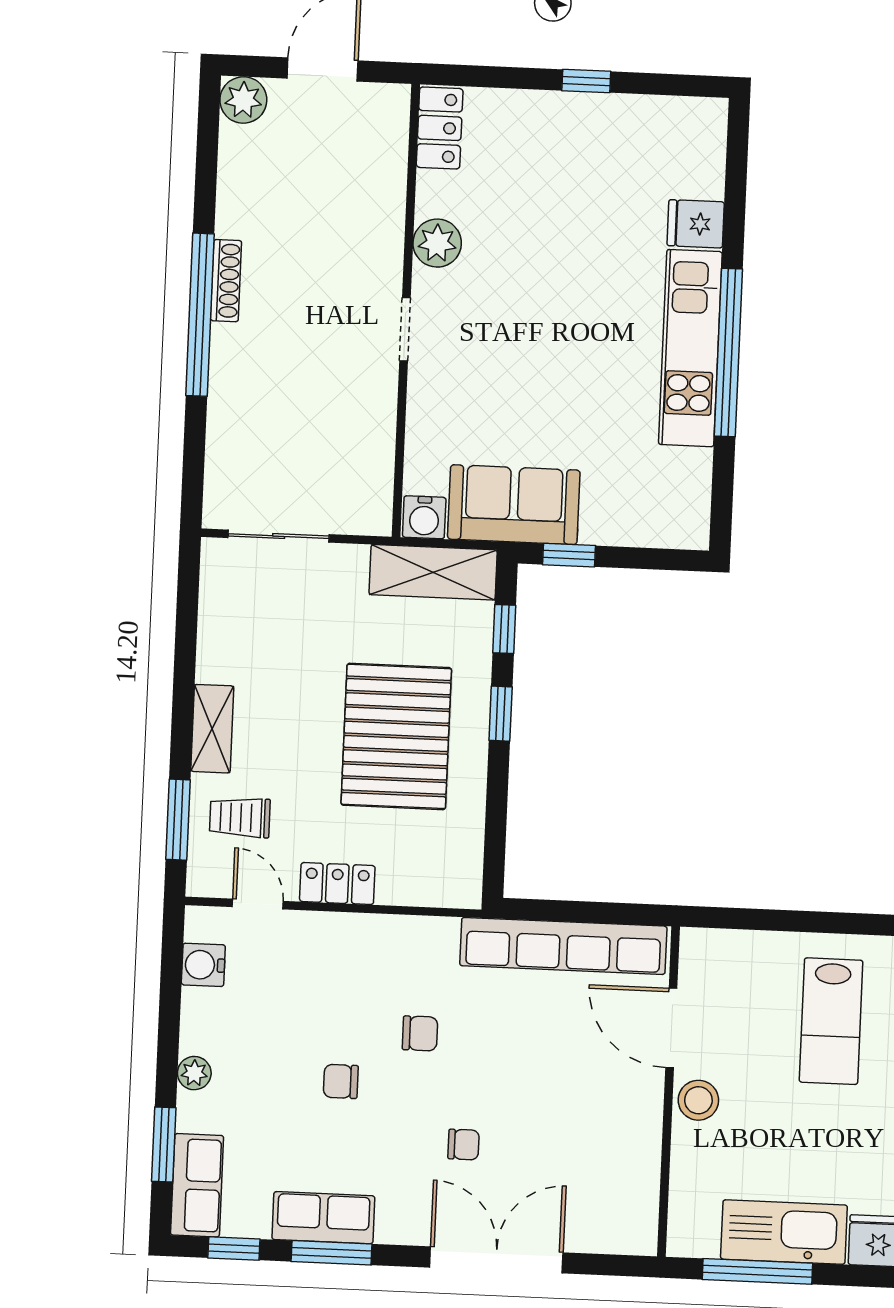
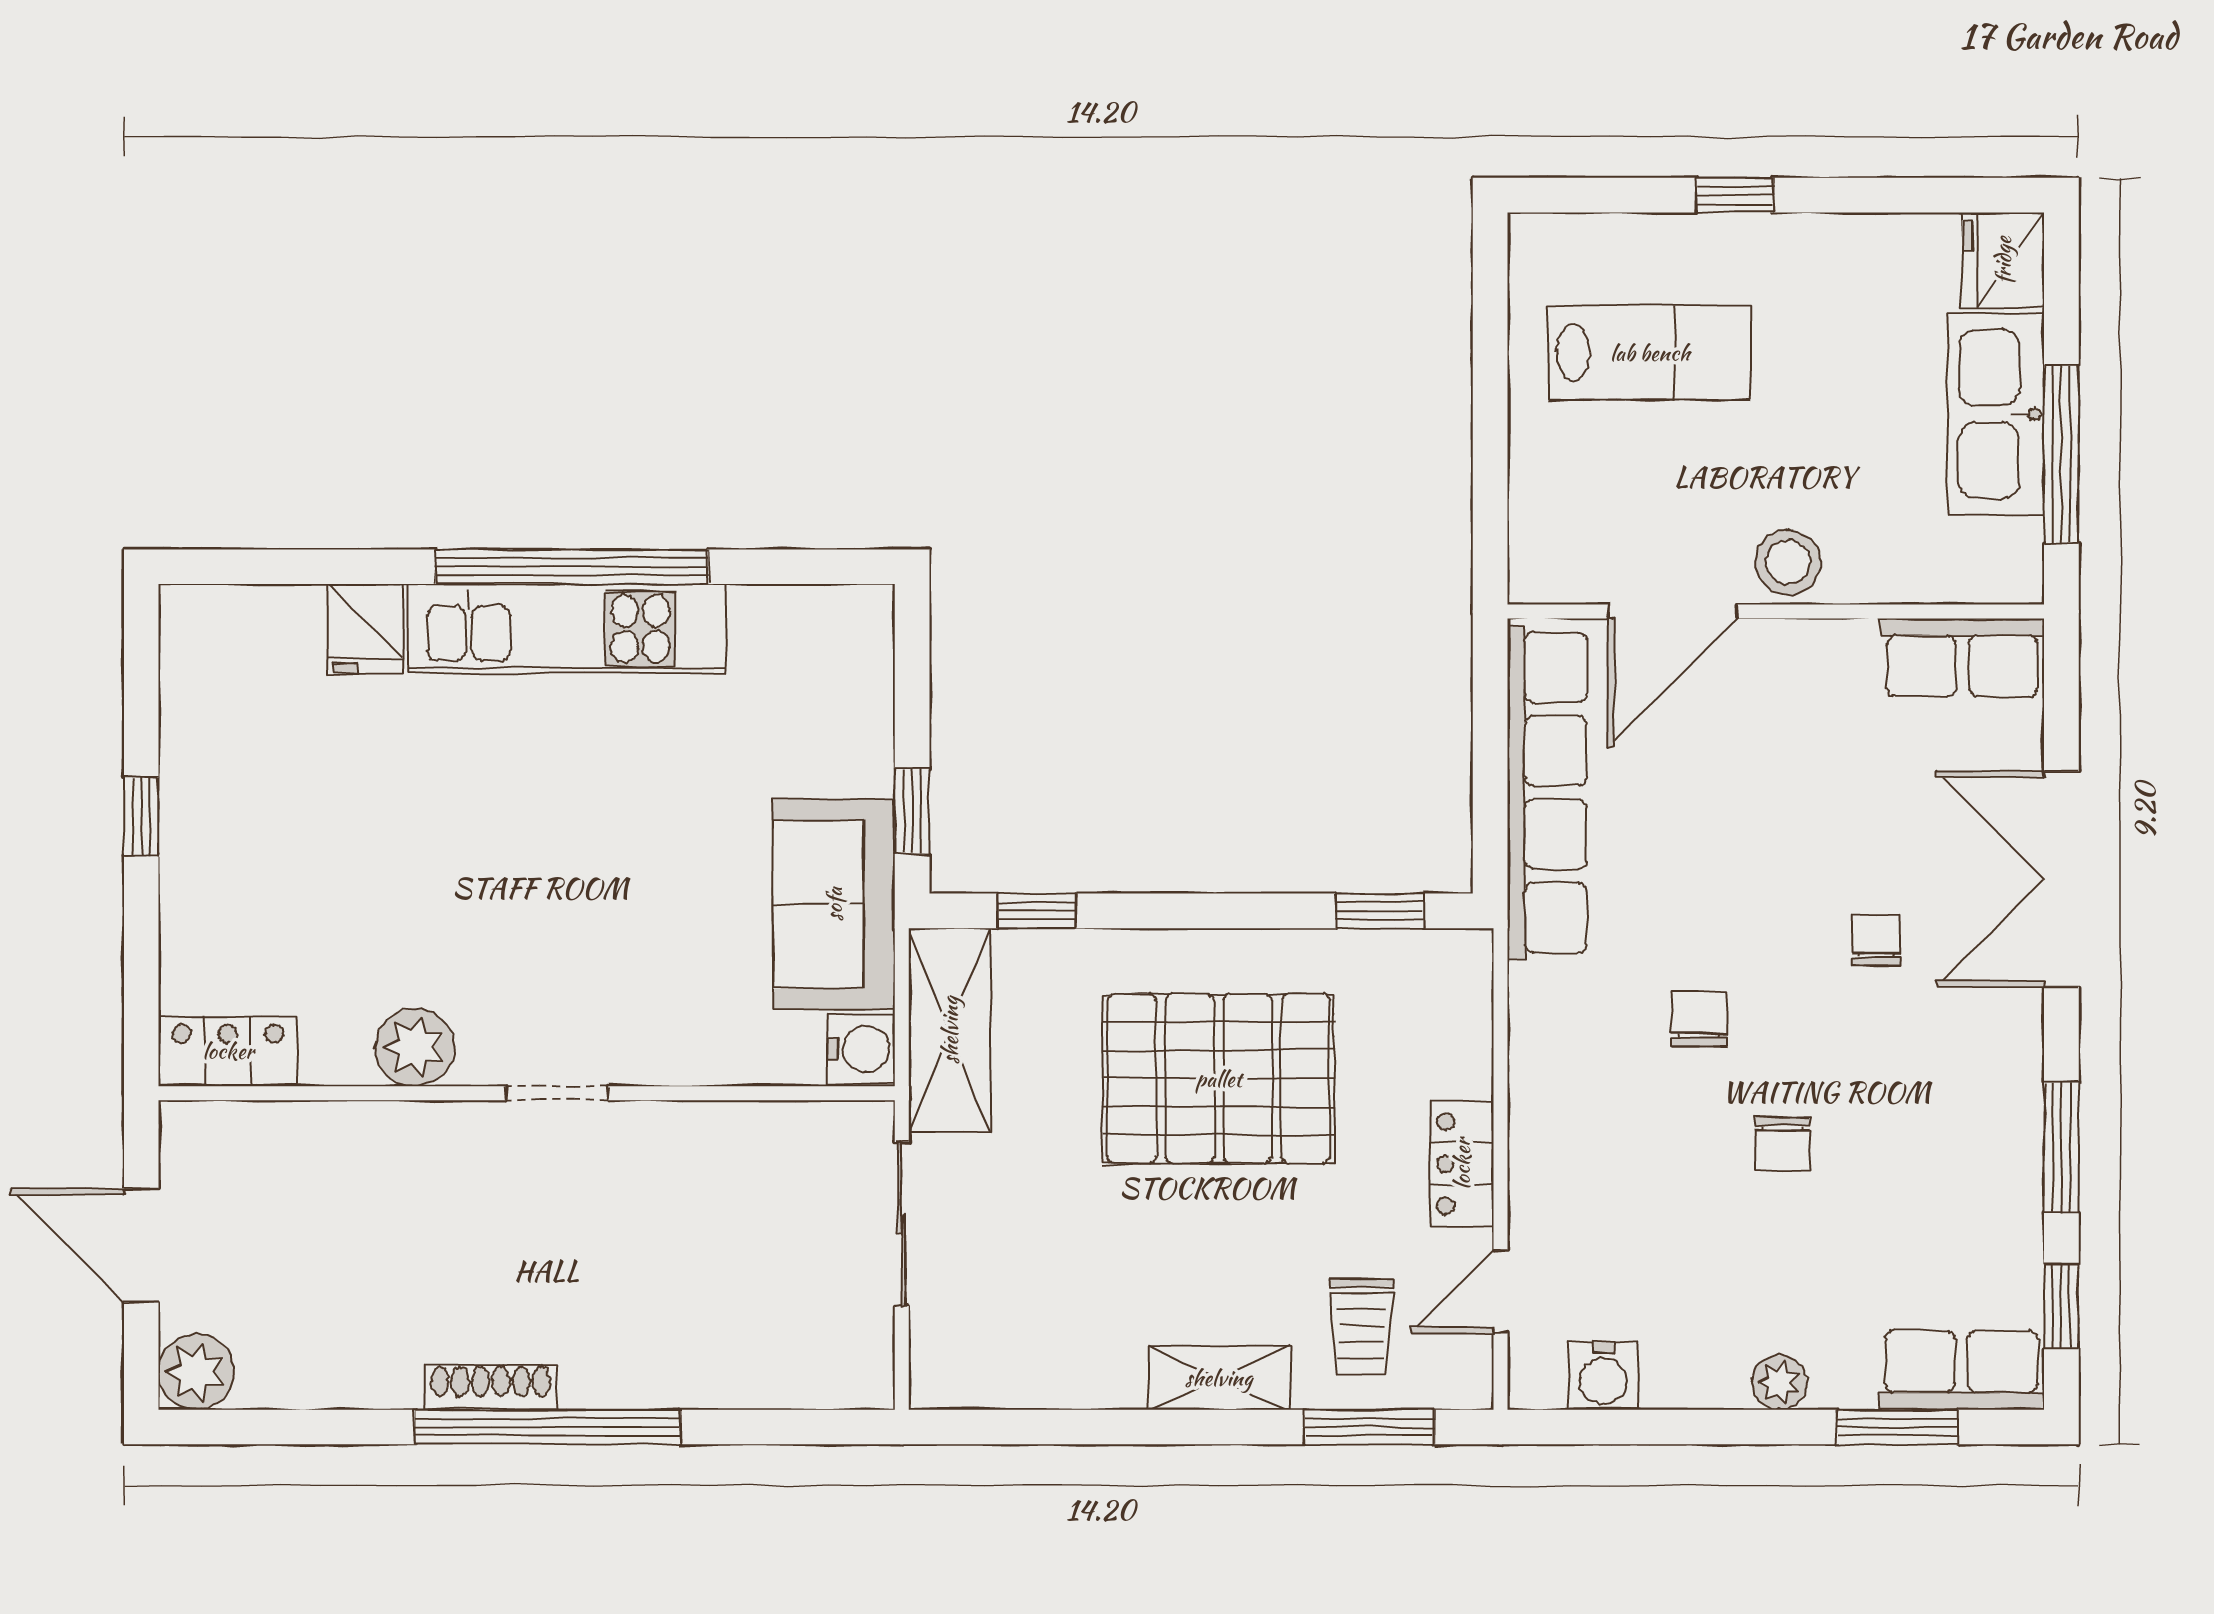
sliding door: (279, 536) -> (902, 1224), moved
window: (501, 714) -> (1380, 911), moved
row of seats: (323, 1218) -> (1962, 658), moved, turned -90

